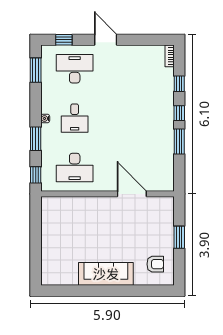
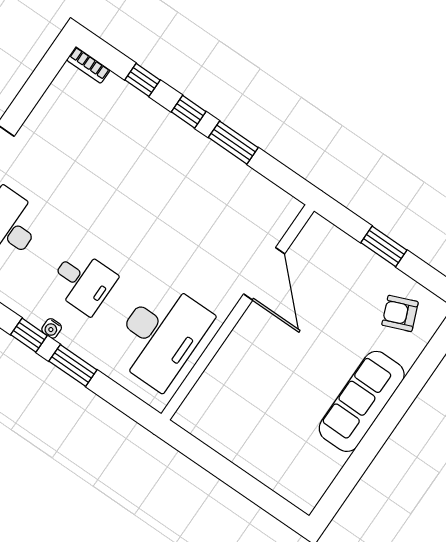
desk: (75, 167) -> (161, 335), width x1.36, depth x1.30
window: (36, 175) -> (29, 335), moved
door: (132, 194) -> (264, 274), swing flipped
armchair: (155, 264) -> (400, 313), turned -112

